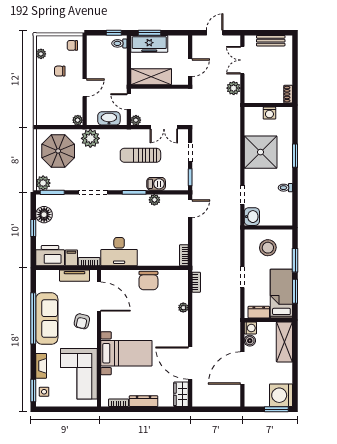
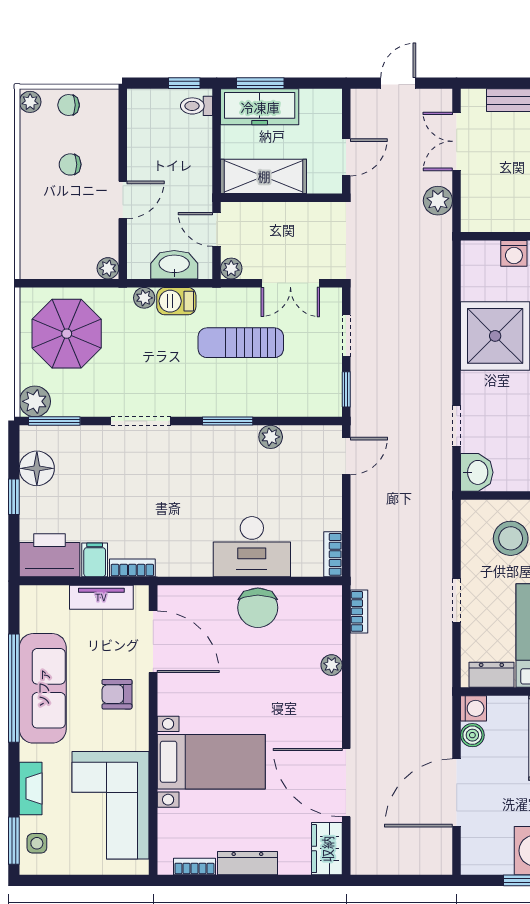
chair: (72, 45) -> (69, 105), moved
plant: (41, 54) -> (30, 102), moved
plant: (90, 138) -> (144, 298), width x0.53, depth x0.53
barbecue: (156, 184) -> (176, 301), moved, turned 180
desk: (119, 252) -> (252, 547), moved
armchair: (82, 321) -> (117, 694), turned 77

